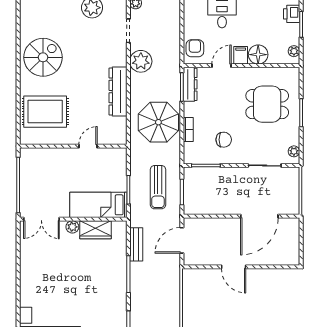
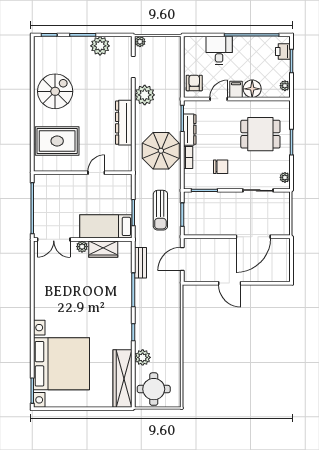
dresser: (190, 84) -> (190, 130), moved

